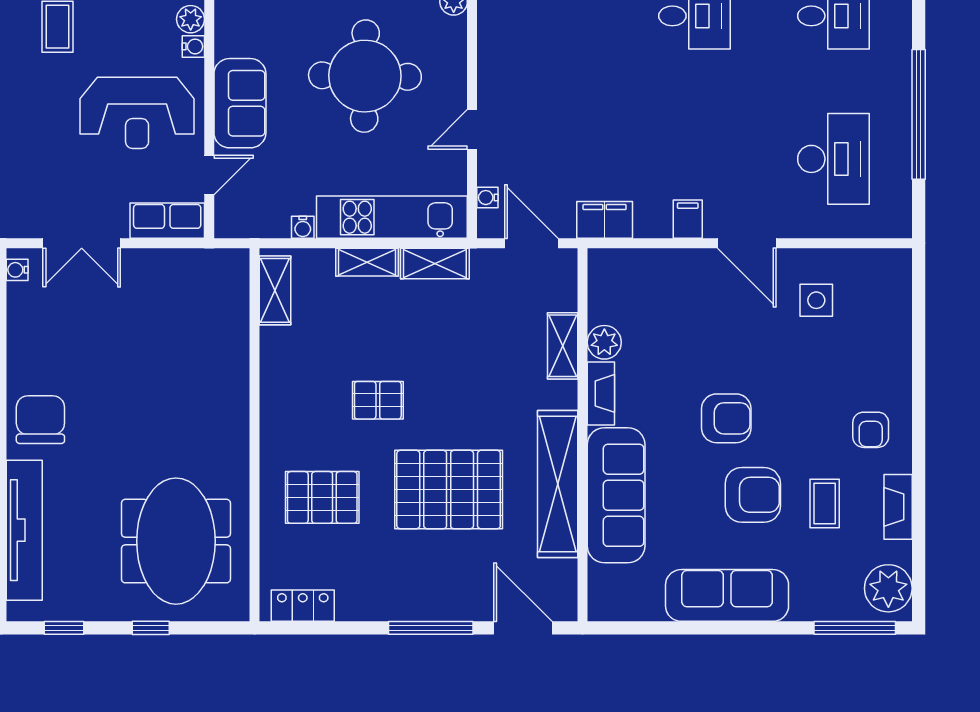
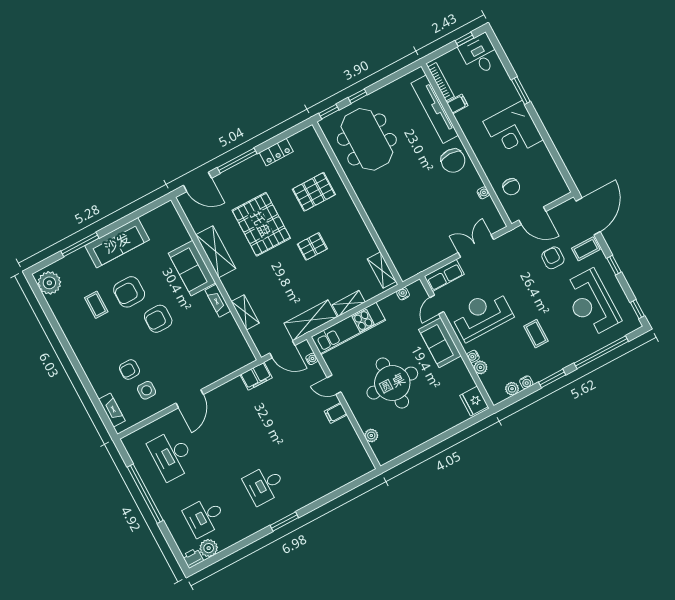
door: (472, 129) -> (334, 385), swing flipped
filing cabinet: (688, 219) -> (336, 413), moved, turned 90
water cooler: (303, 227) -> (403, 294), moved
door: (747, 243) -> (190, 399), swing flipped
shelving: (435, 264) -> (311, 320), width x1.50, depth x1.33
water cooler: (17, 270) -> (483, 193), moved
plant: (604, 342) -> (228, 323), removed
armchair: (871, 430) -> (129, 370), moved, turned -90
shelving: (558, 484) -> (216, 252), width x0.68
pallet: (449, 490) -> (261, 224), turned 90
sofa: (616, 495) -> (192, 268), width x0.73
fireplace: (898, 507) -> (112, 410), moved
locker: (303, 606) -> (276, 152), moved
window: (64, 628) -> (329, 112), moved
window: (855, 628) -> (80, 245), moved

